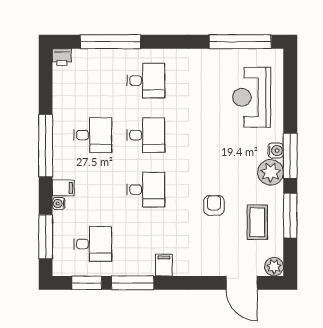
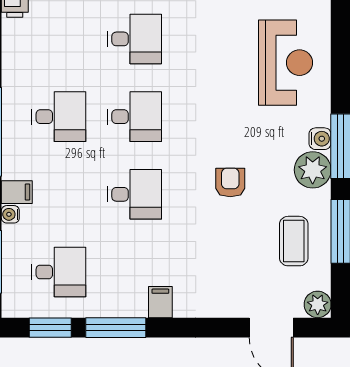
reception desk: (252, 97) -> (286, 63), turned 180
armchair: (214, 205) -> (230, 183), moved

